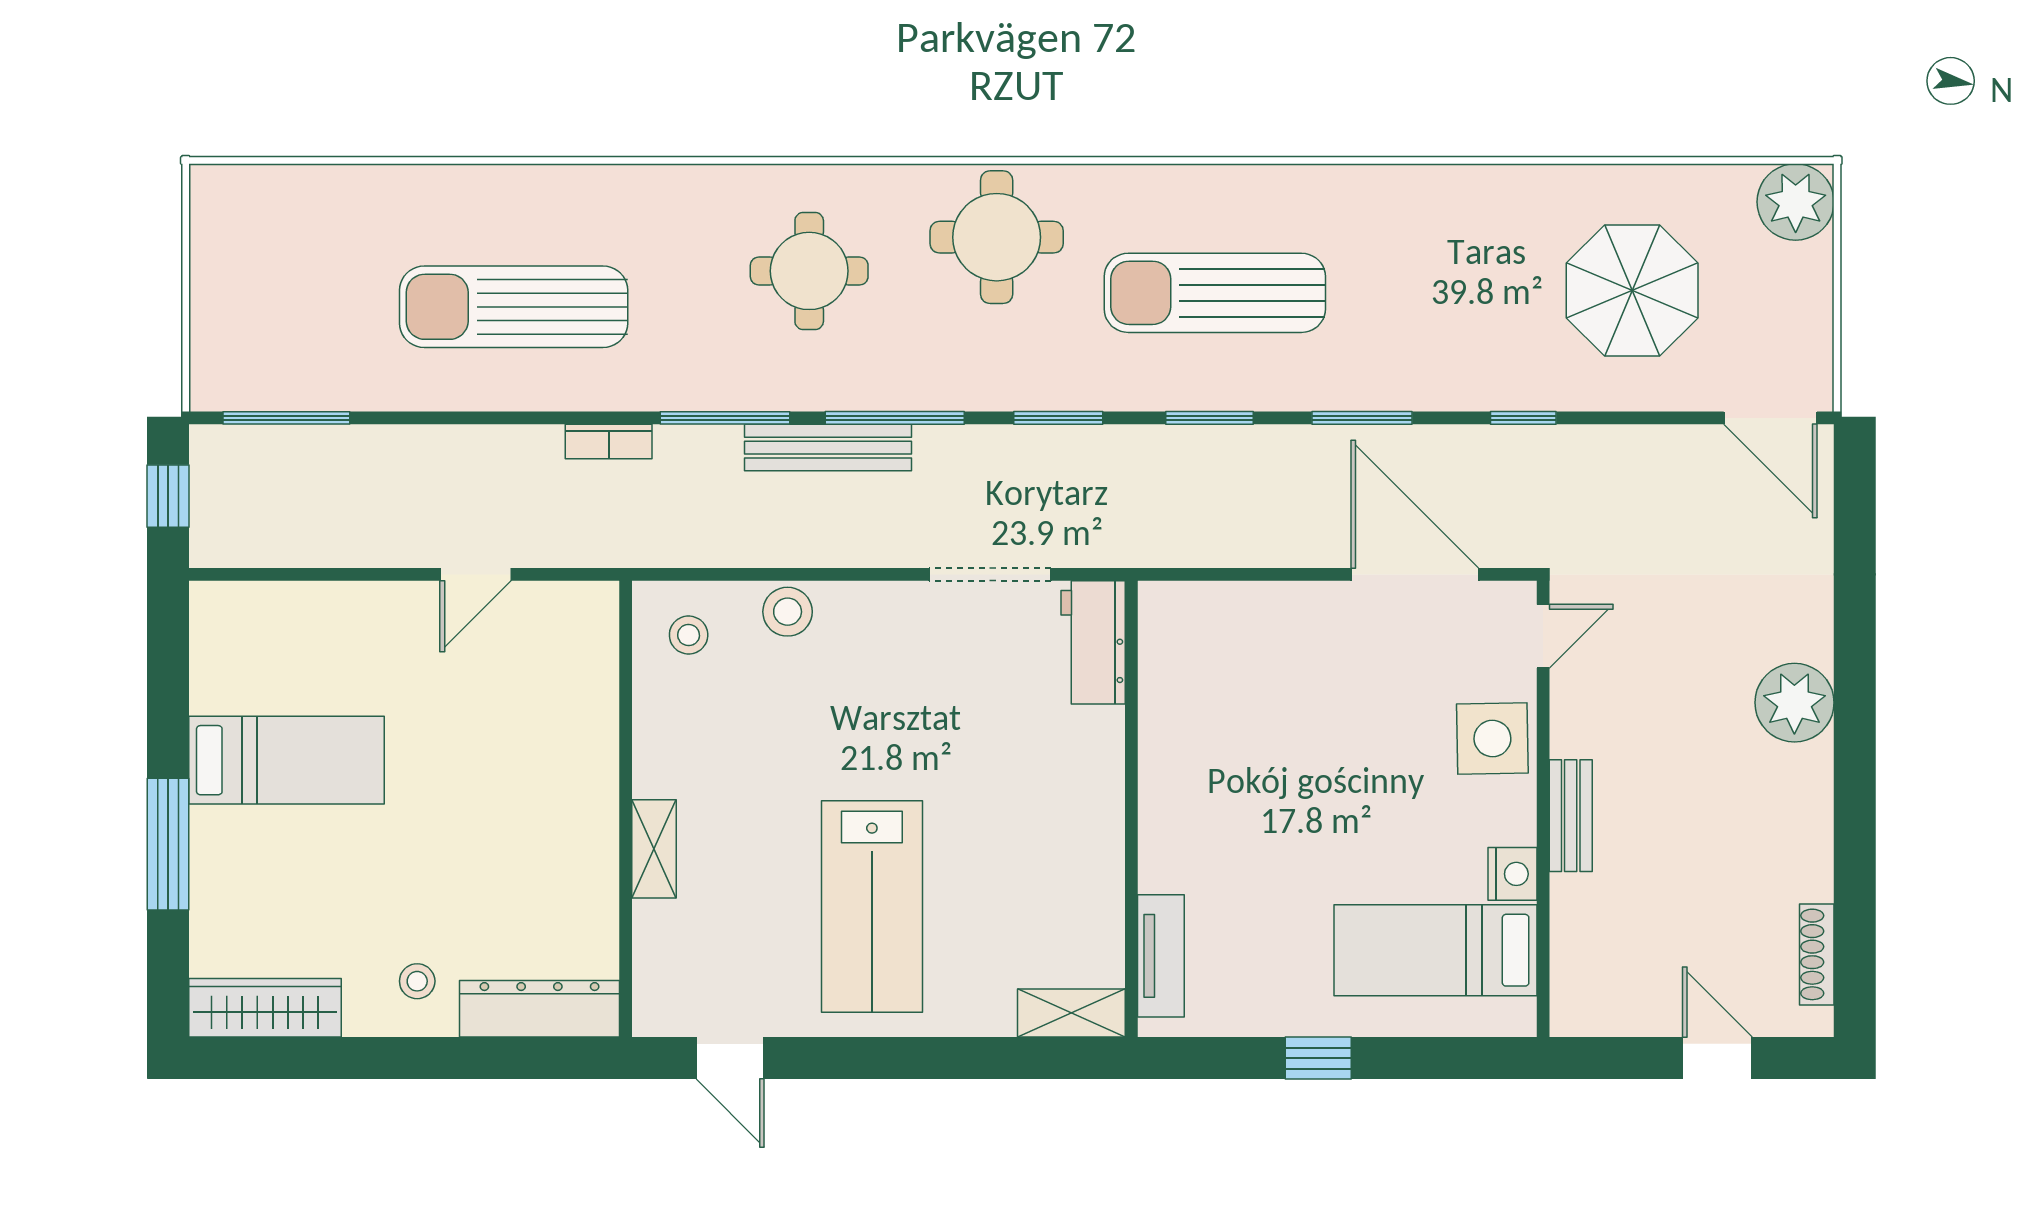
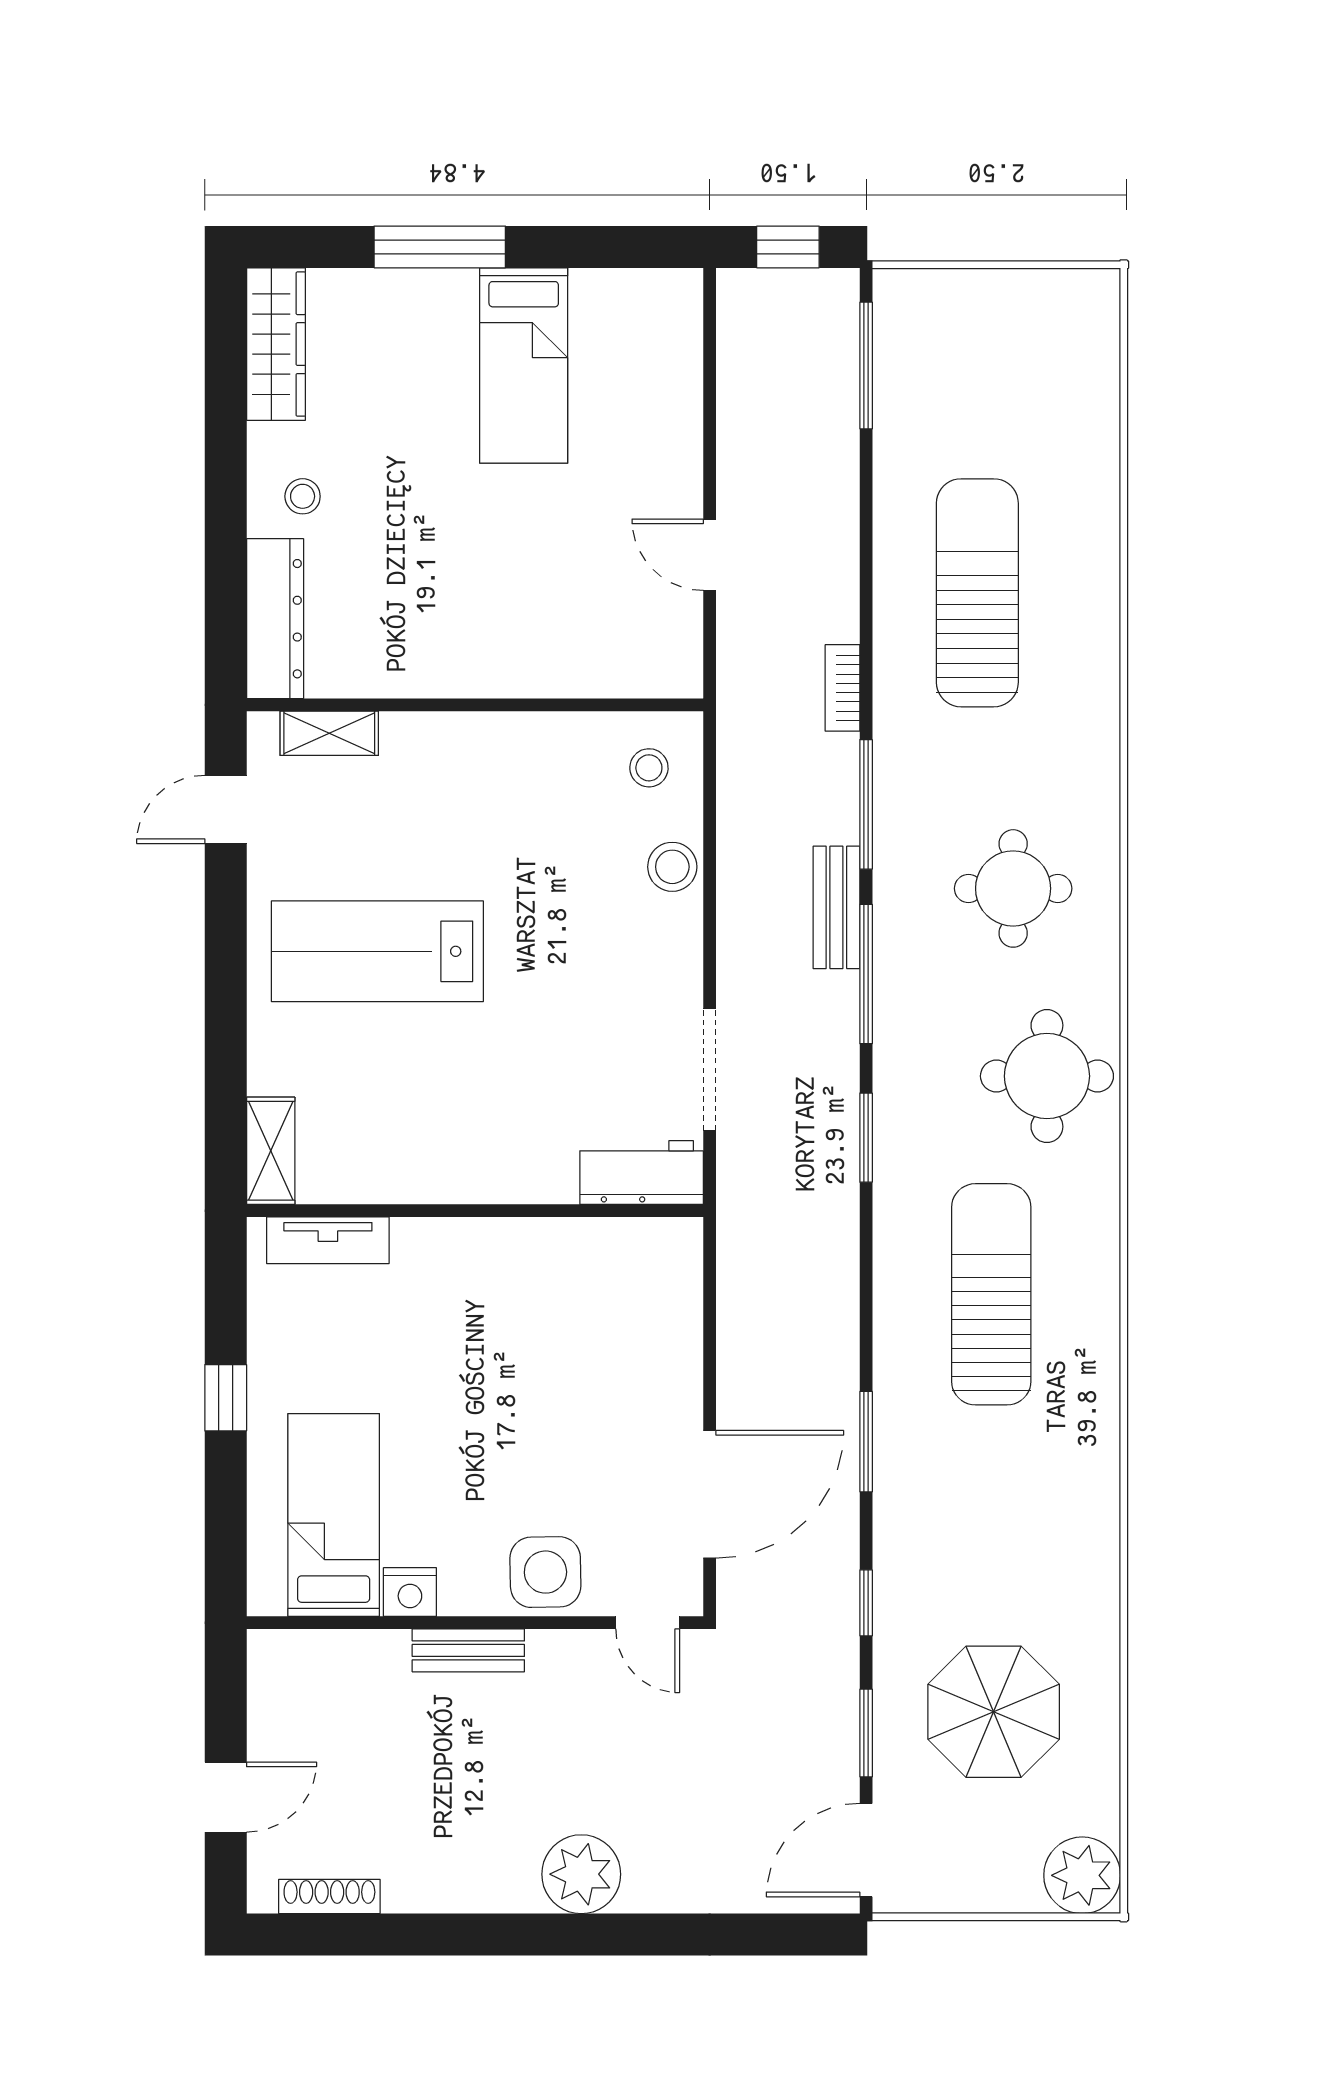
window: (1209, 418) -> (866, 1733), moved
bench: (828, 448) -> (836, 907), width x0.73
shelving: (654, 849) -> (329, 733), moved

